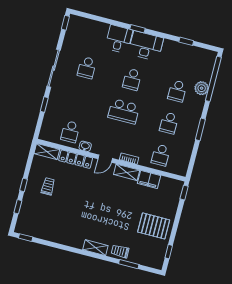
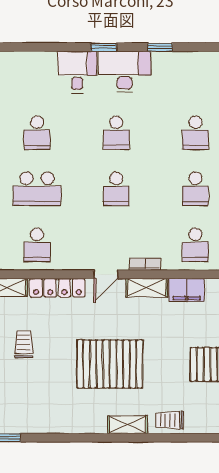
window: (186, 41) -> (160, 47), moved
school desk: (79, 100) -> (37, 189), added
school desk: (124, 111) -> (116, 189), width x0.54
washbasin: (85, 146) -> (68, 263), removed
pallet: (94, 210) -> (110, 364), added
window: (129, 264) -> (189, 438), removed

